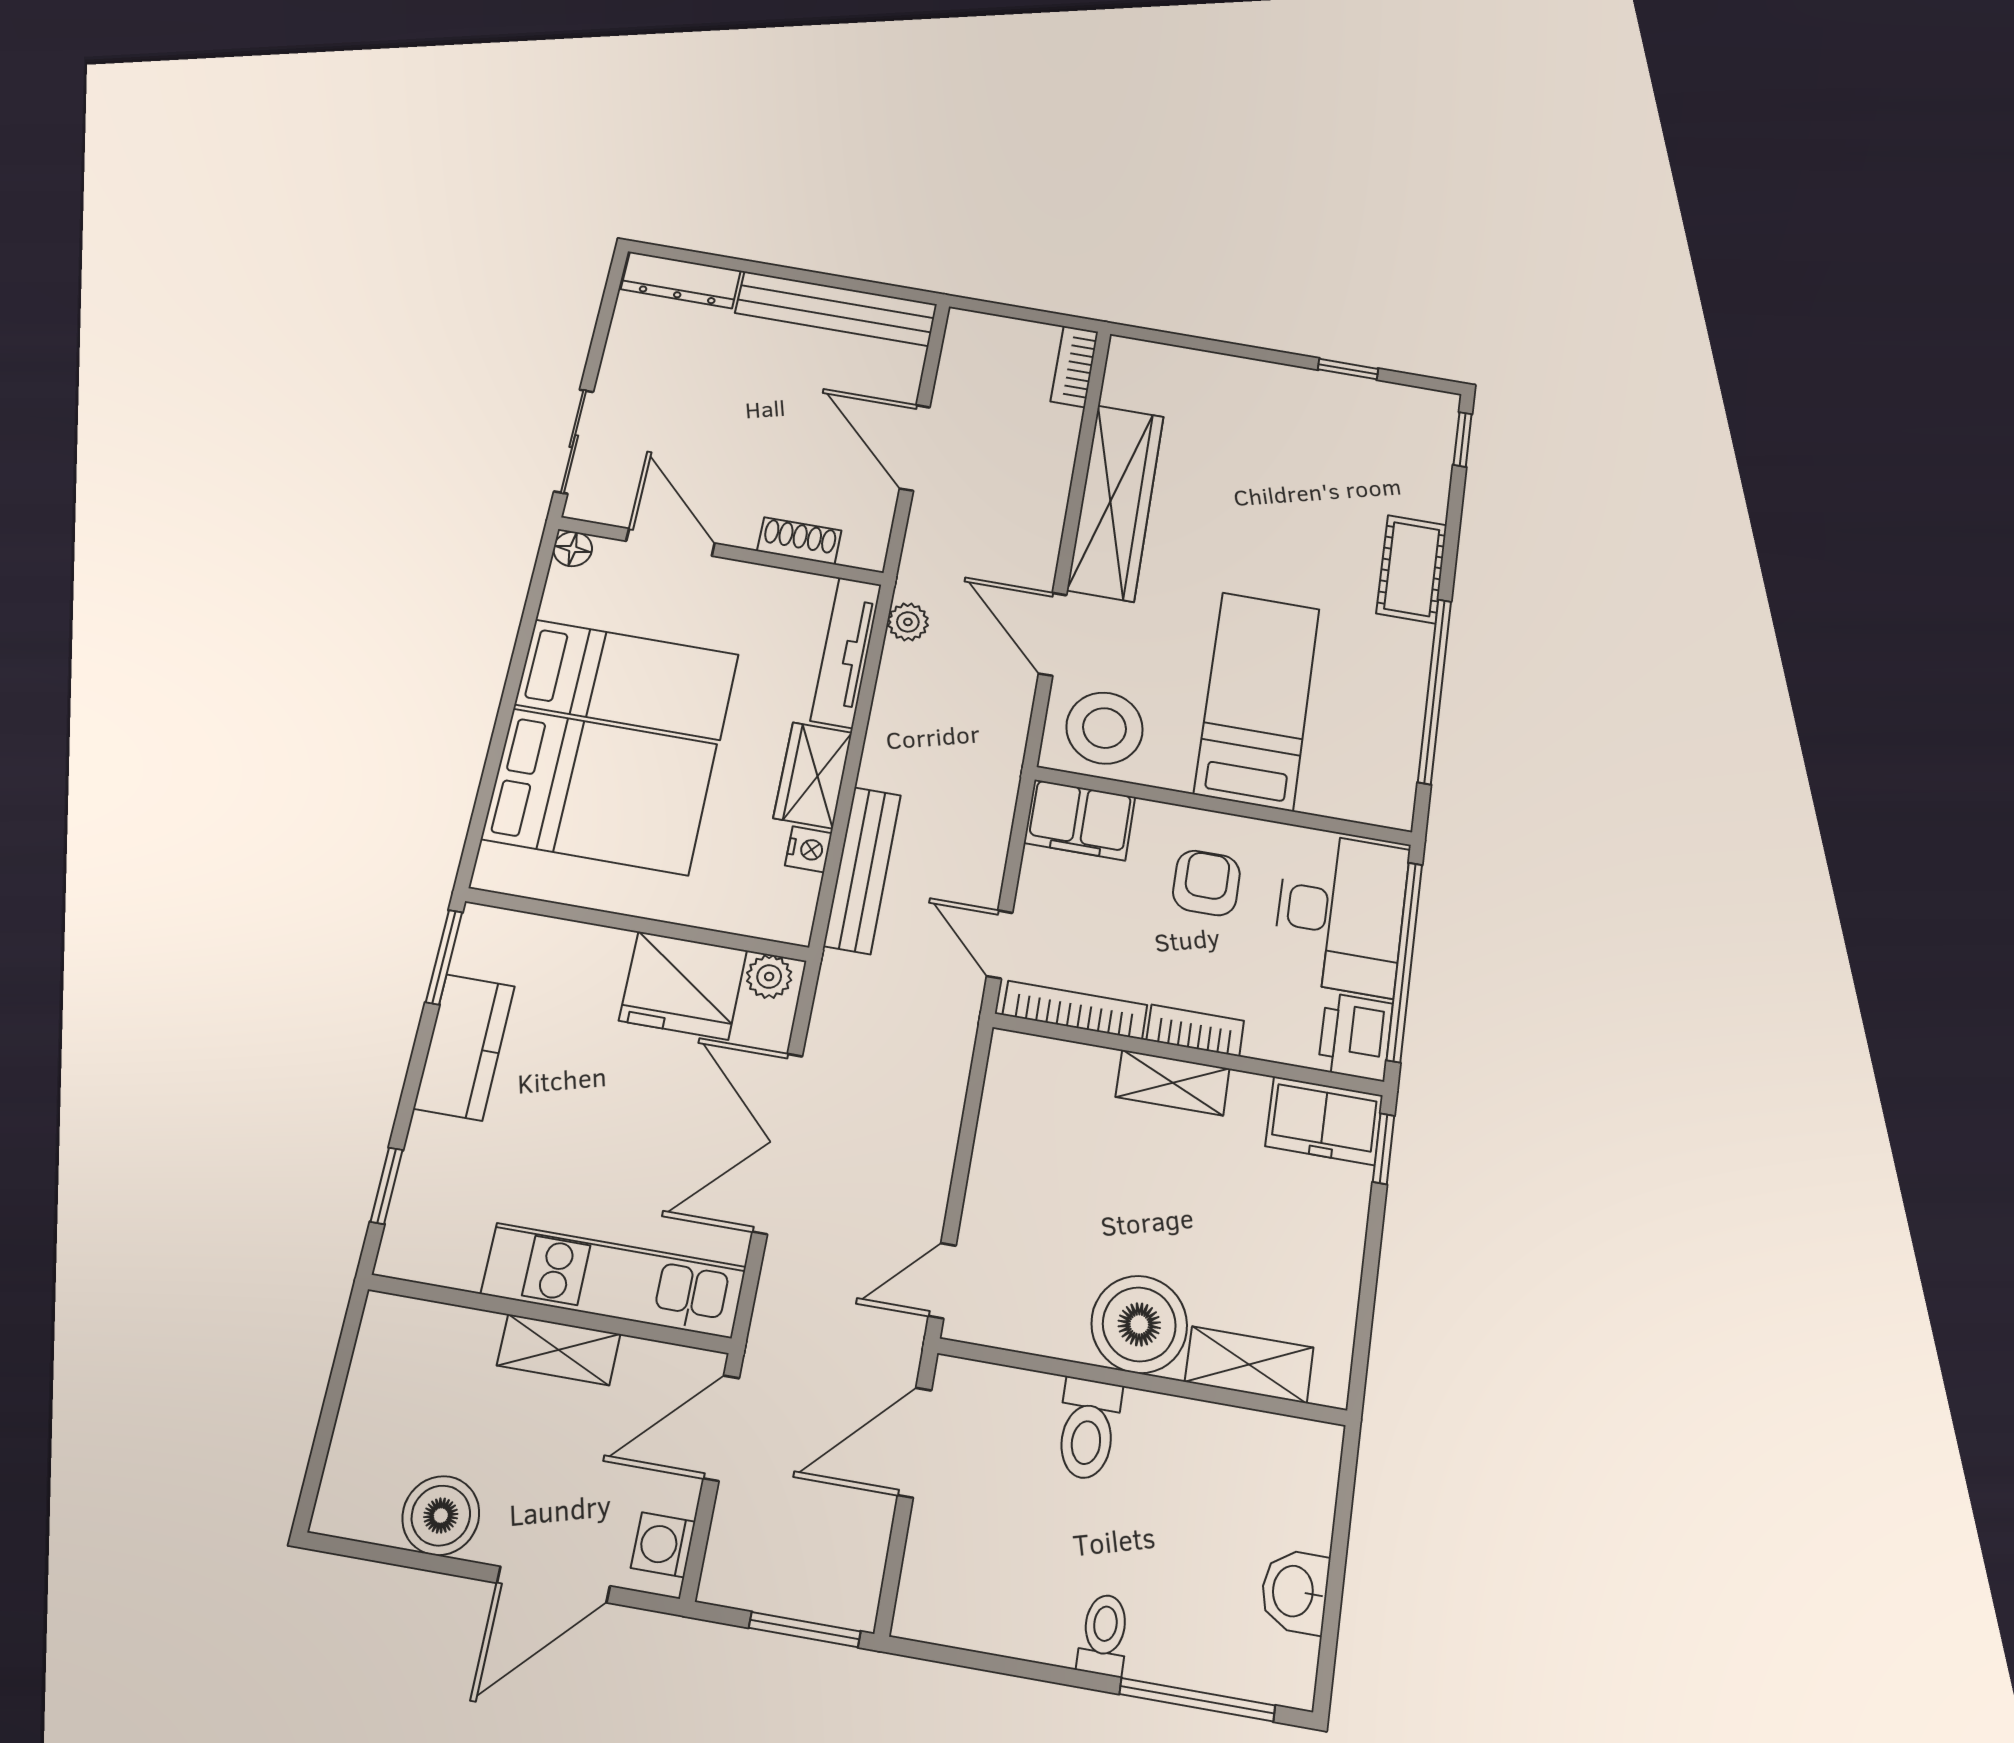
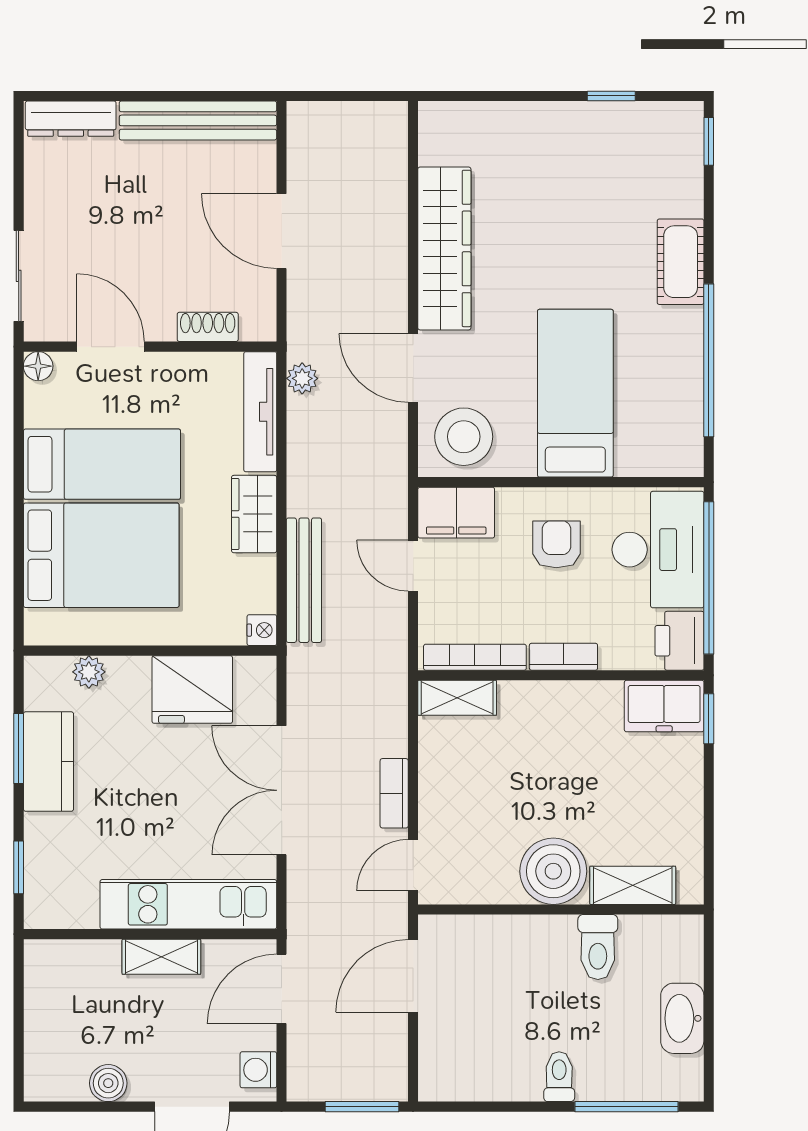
bookcase: (1074, 366) -> (394, 793), moved
nightstand: (808, 849) -> (262, 630), moved
door: (1000, 944) -> (413, 566), moved
window: (444, 957) -> (19, 748), moved
plant: (769, 977) -> (89, 672), moved
shelving: (1173, 1083) -> (457, 698), moved
toilet: (1088, 1429) -> (598, 947), moved
boiler: (441, 1516) -> (108, 1083), width x0.73, depth x0.73
washbasin: (1295, 1591) -> (682, 1018), width x1.38

